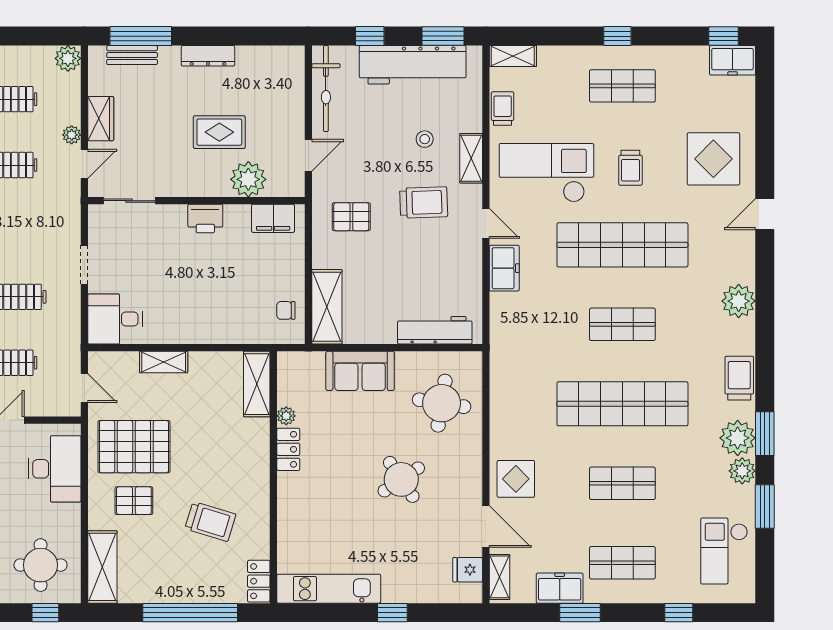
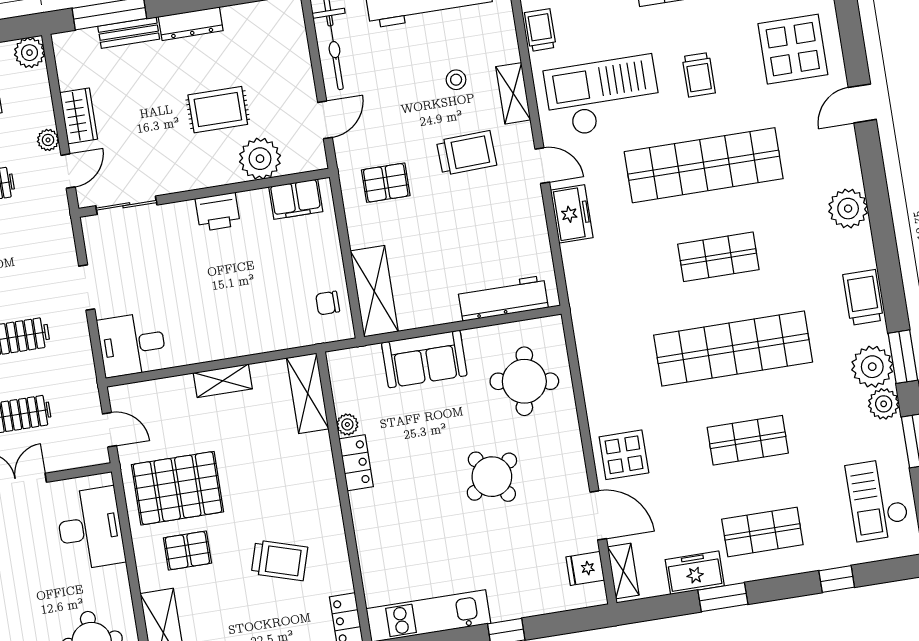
bench: (132, 55) -> (129, 33), moved
shelving: (164, 362) -> (223, 381), moved

